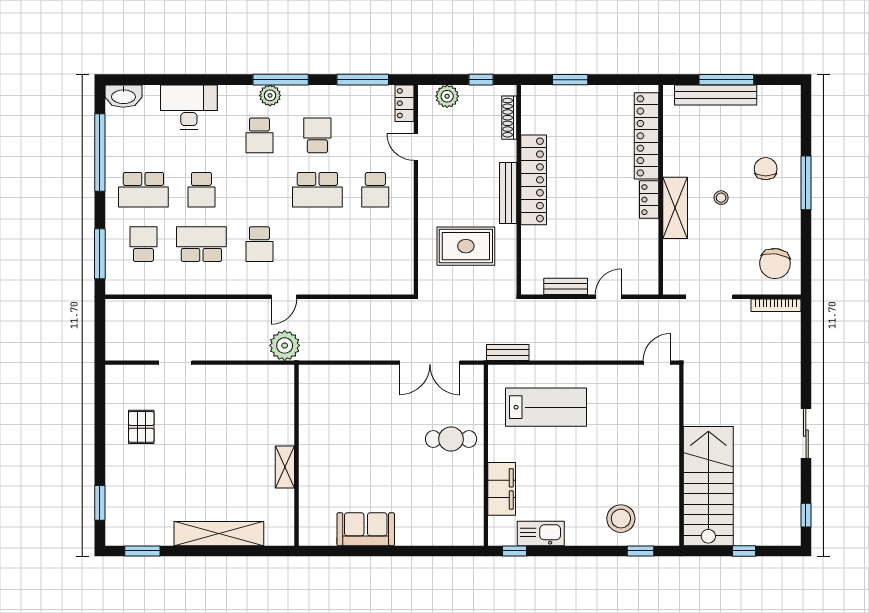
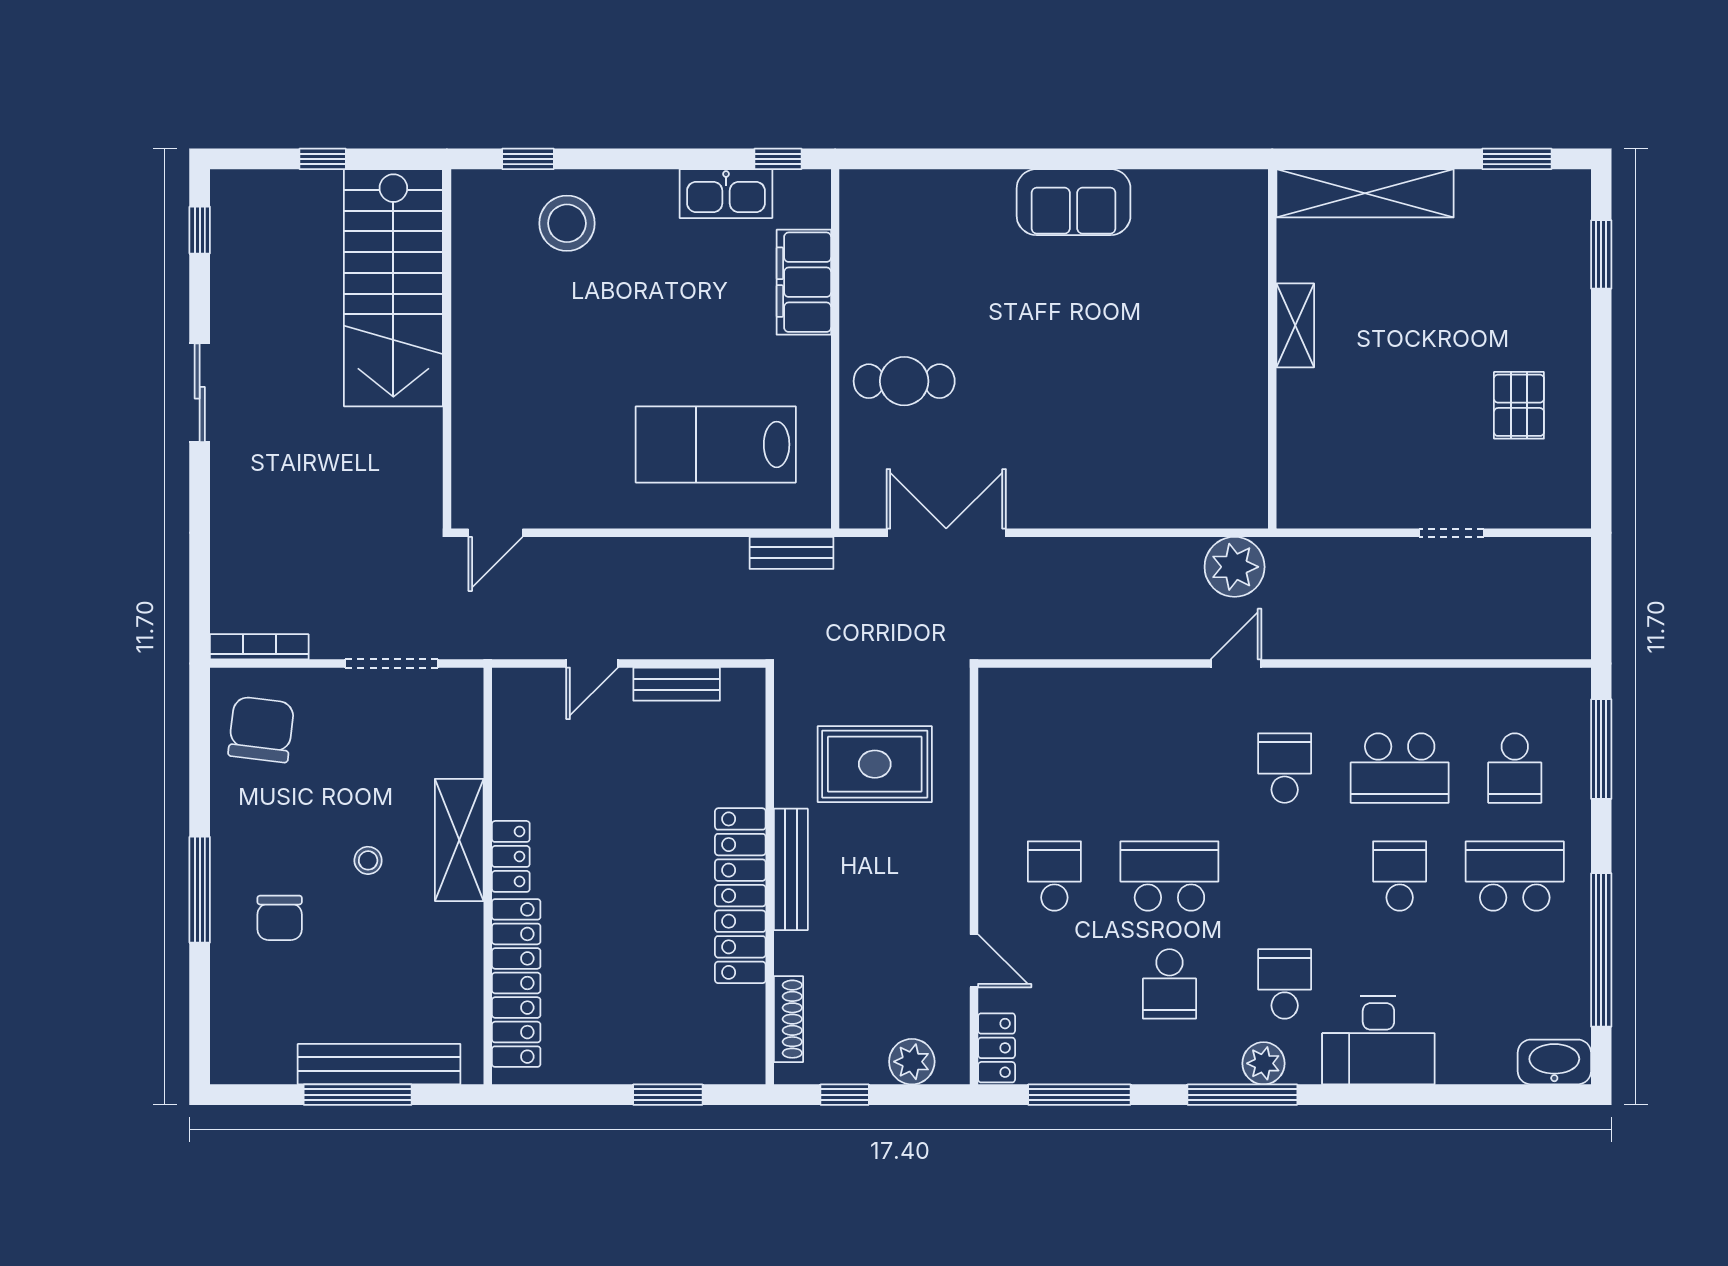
desk: (189, 107) -> (1378, 1040), moved
wall: (296, 455) -> (1272, 349), moved
shelving: (285, 467) -> (1295, 325), moved

